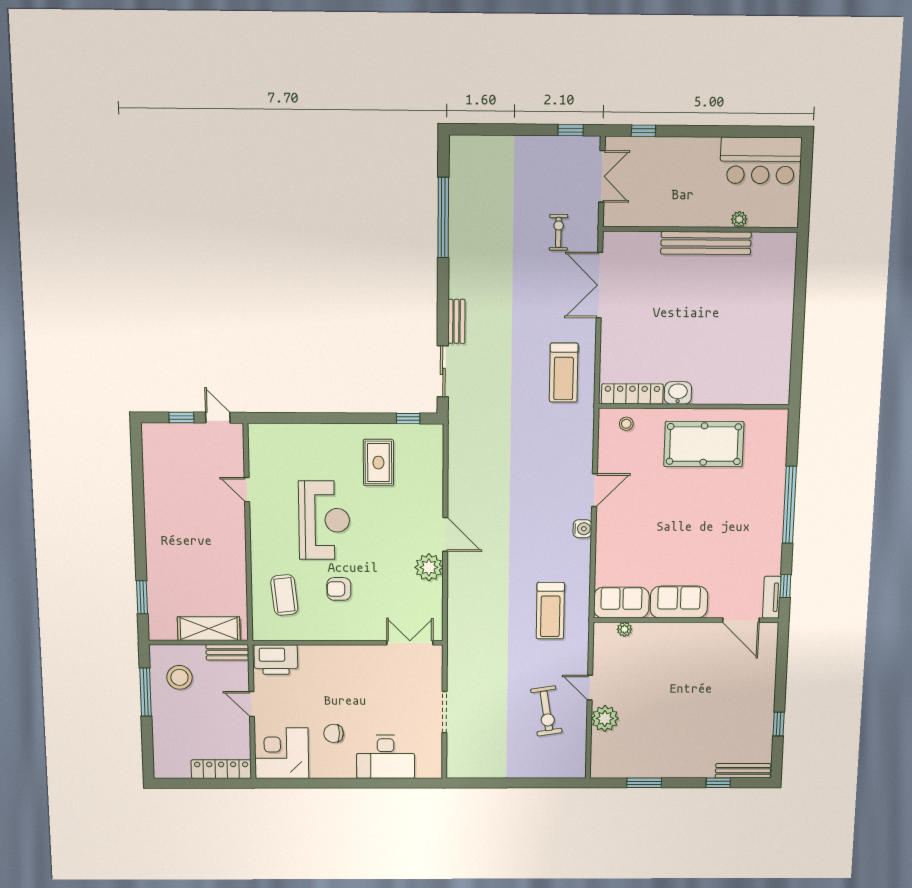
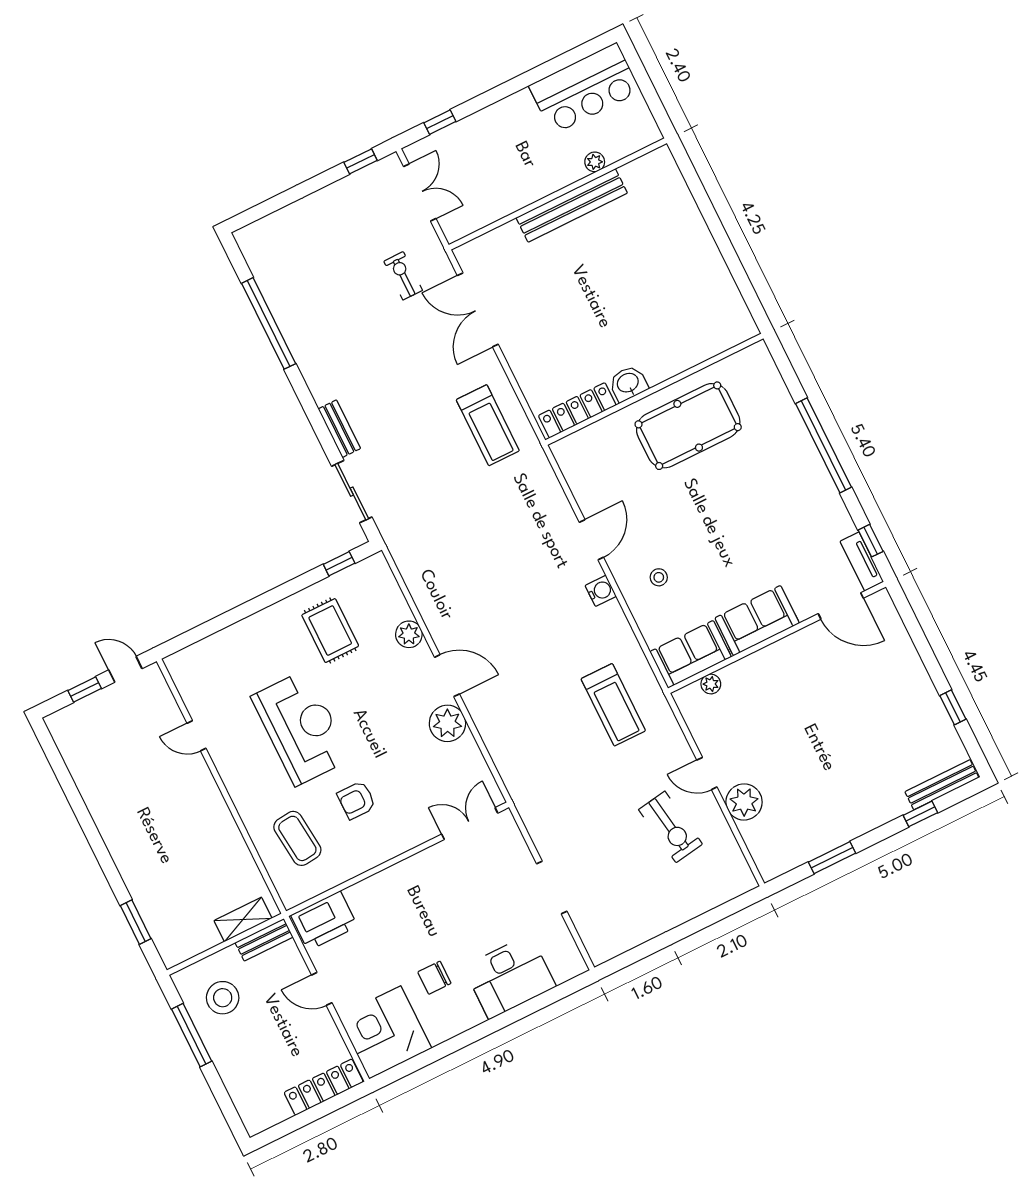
stool: (626, 424) -> (659, 577), moved
plant: (433, 493) -> (409, 634), added
shelving: (209, 629) -> (243, 919), width x0.67, depth x0.75

